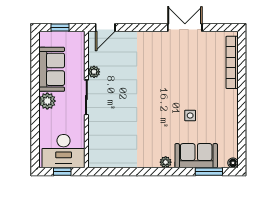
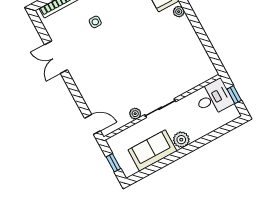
side table: (190, 116) -> (95, 22), moved
desk: (64, 151) -> (213, 98), width x0.73

